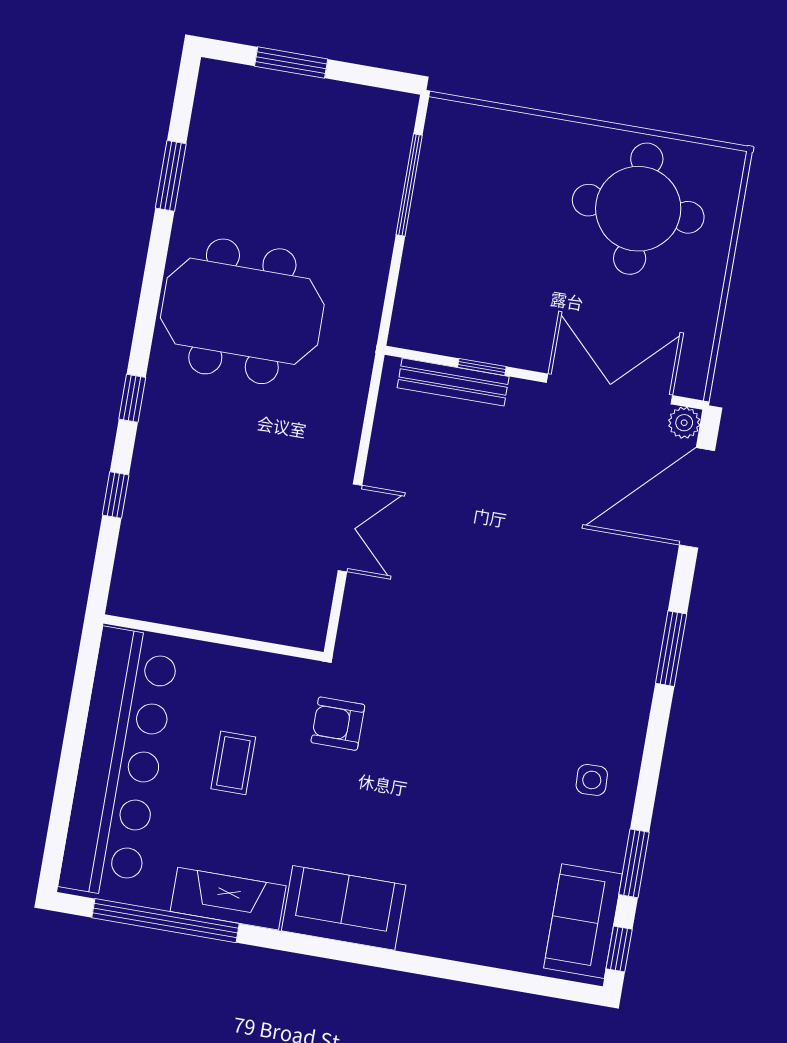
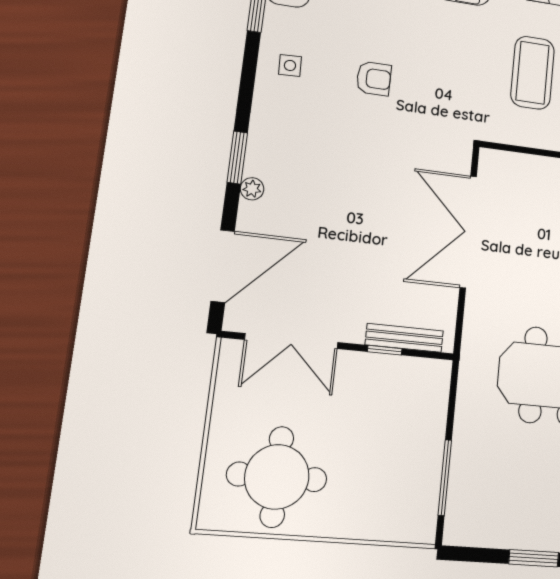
plant: (684, 423) -> (252, 189), moved
double door: (350, 528) -> (468, 232), width x1.87
armchair: (338, 724) -> (374, 79), moved
coffee table: (233, 763) -> (533, 73), width x1.86, depth x1.72

